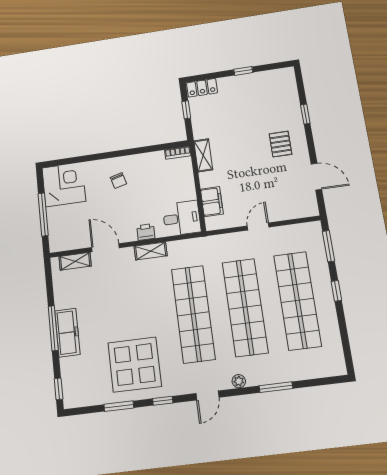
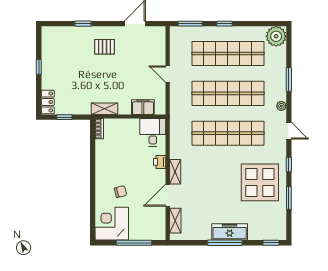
chair: (118, 181) -> (121, 192), moved
shelving: (151, 251) -> (175, 172), moved
plant: (331, 362) -> (276, 36), added

